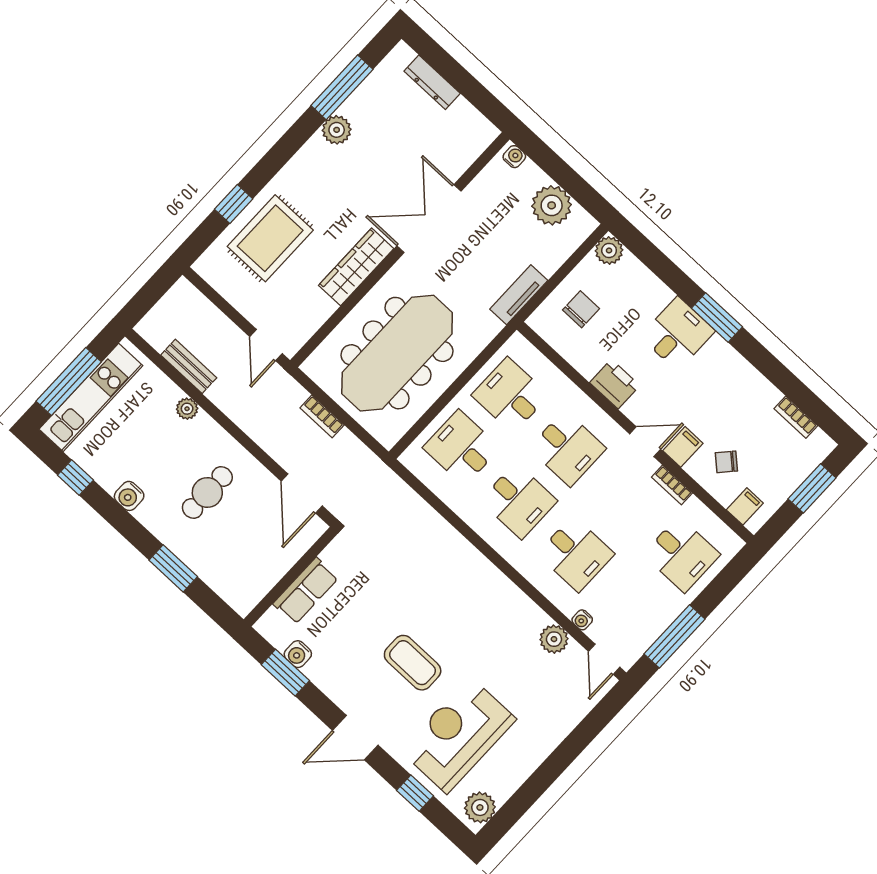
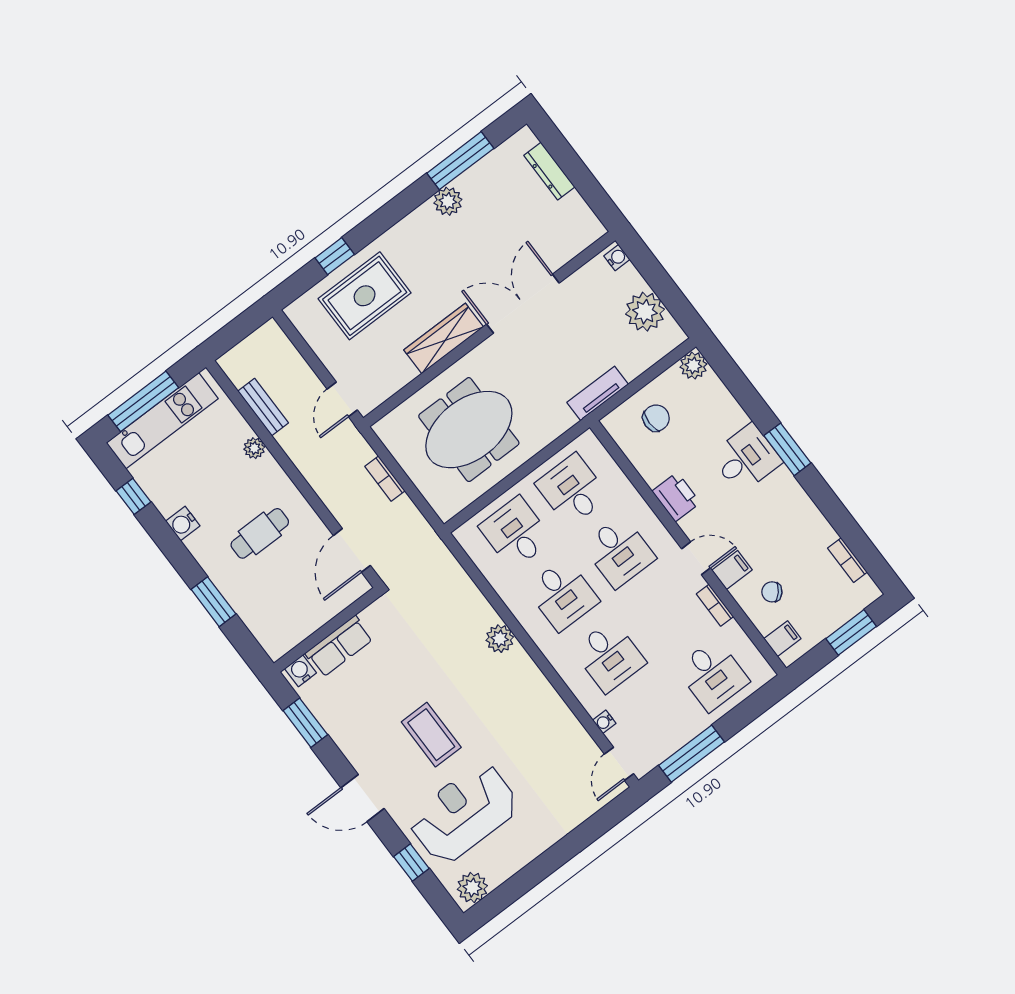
meeting table: (397, 353) -> (469, 430), width x0.73
plant: (554, 639) -> (500, 639), moved
water cooler: (298, 654) -> (301, 671), moved, turned 90

